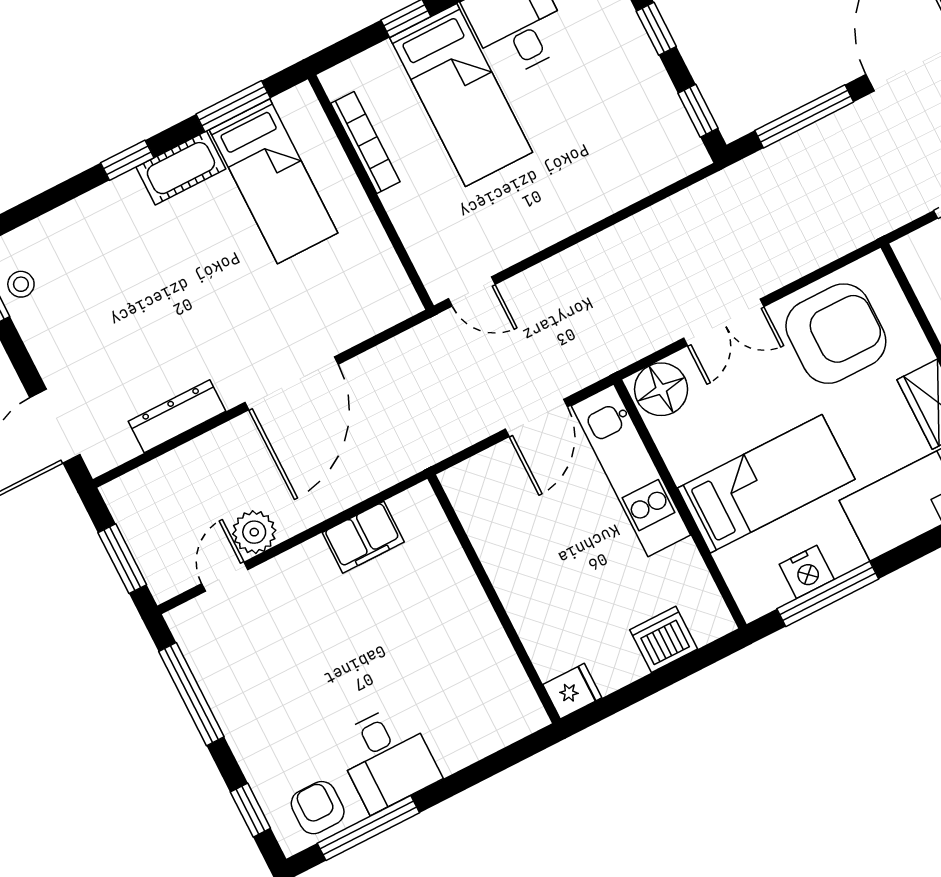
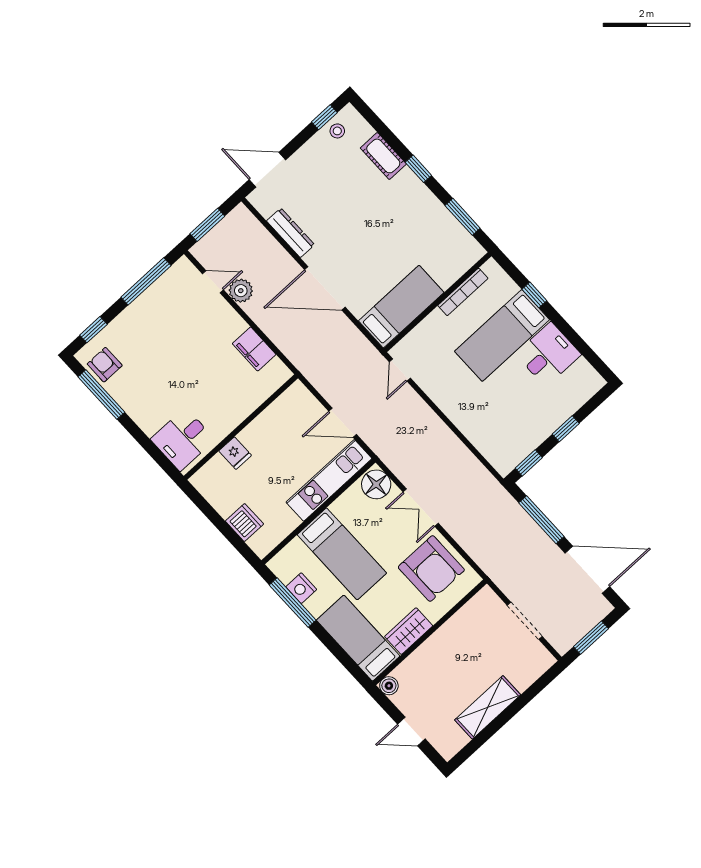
cot: (181, 168) -> (383, 156), moved
bed: (274, 181) -> (401, 307), moved, turned 180
fridge: (572, 691) -> (235, 453), moved
desk: (387, 758) -> (183, 439), moved
armchair: (318, 808) -> (105, 365), turned -90

